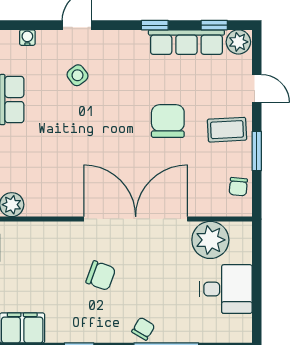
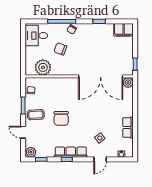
row of seats: (186, 42) -> (71, 152), moved
double door: (136, 219) -> (101, 76), moved
chair: (101, 276) -> (60, 49), moved
desk: (226, 289) -> (36, 36), moved

